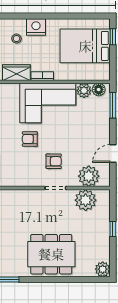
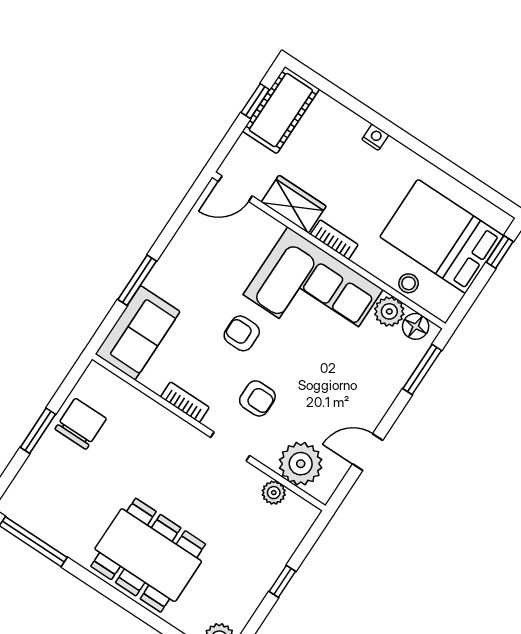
nightstand: (36, 27) -> (375, 137), width x0.53, depth x0.56
stool: (16, 39) -> (409, 283), moved
bookcase: (25, 182) -> (185, 402), added
plant: (86, 200) -> (274, 493), width x0.53, depth x0.53

